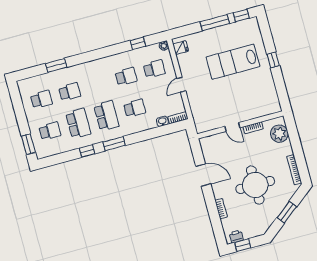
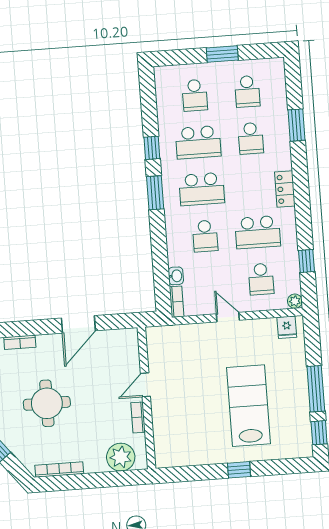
locker: (97, 65) -> (285, 189), added
school desk: (126, 77) -> (258, 232), width x1.85
window: (28, 144) -> (222, 54), moved
round table: (255, 185) -> (47, 403), width x0.73, depth x0.73

